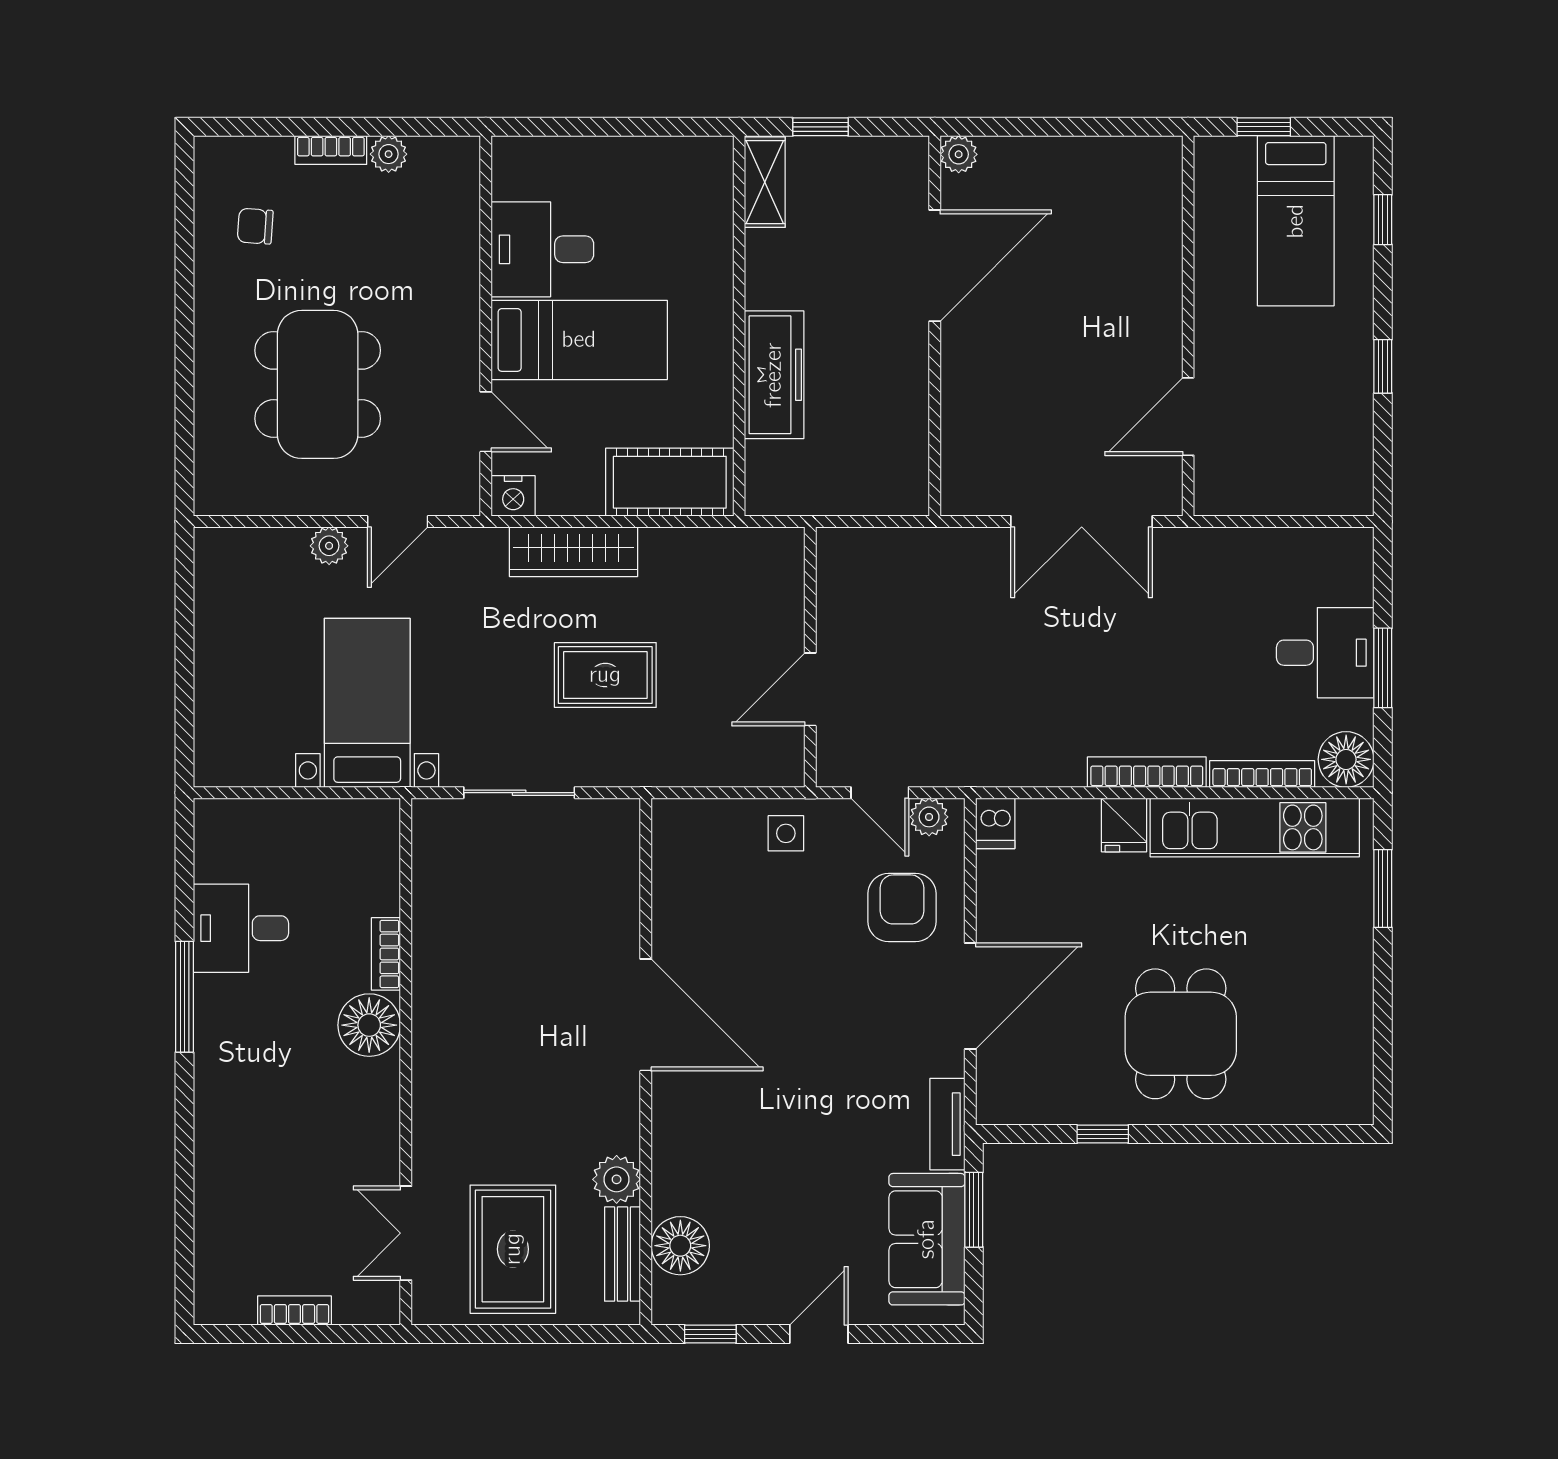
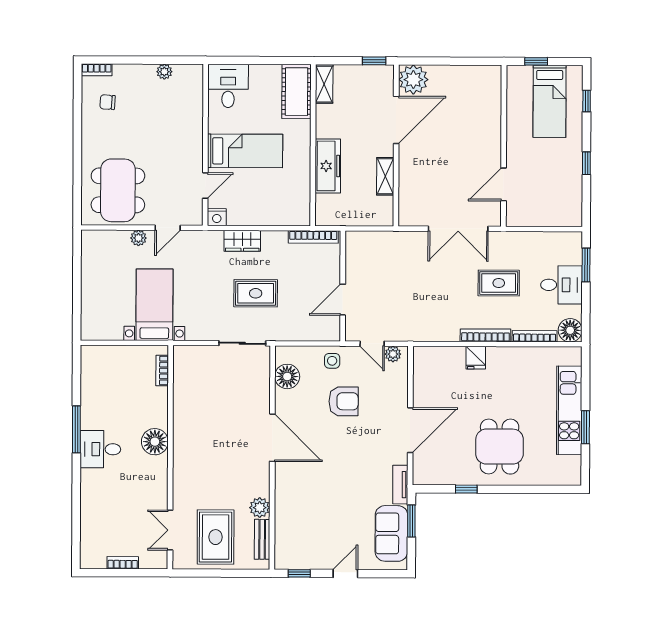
window: (821, 127) -> (374, 61), moved
bookcase: (331, 150) -> (97, 70), moved
plant: (959, 154) -> (413, 80), width x1.88, depth x1.88
desk: (542, 249) -> (228, 86), moved, turned 90
dining table: (318, 384) -> (118, 190), moved
shelving: (909, 398) -> (385, 176), added
door: (486, 422) -> (205, 186), hinge flipped
cot: (670, 482) -> (296, 92), moved, turned 90
bookcase: (740, 542) -> (313, 237), added
wardrobe: (573, 552) -> (242, 241), width x0.67
rug: (1177, 649) -> (499, 283), added
window: (1383, 668) -> (586, 265), moved
sliding door: (519, 793) -> (242, 343), moved
dishwasher: (995, 823) -> (421, 357), removed
kitchen unit: (1255, 827) -> (569, 410), moved, turned 90
window: (1383, 888) -> (585, 427), moved
armchair: (902, 908) -> (344, 401), moved, turned 90
desk: (241, 928) -> (100, 449), moved
bookcase: (386, 954) -> (162, 371), moved
floor lamp: (680, 1246) -> (287, 376), moved

